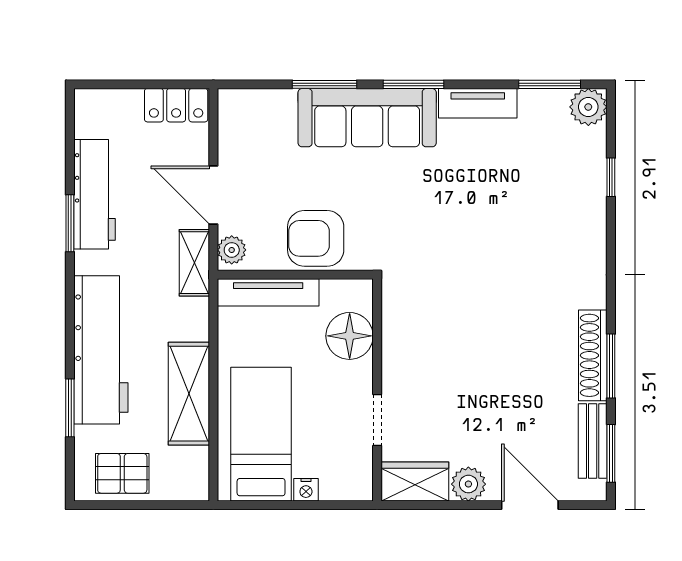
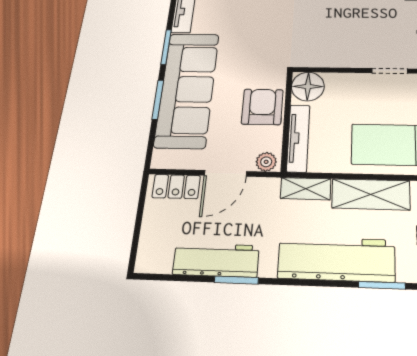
locker: (176, 105) -> (176, 187), moved, turned 90
sofa: (367, 118) -> (187, 89), width x1.36, depth x1.27
armchair: (316, 238) -> (262, 107), turned 180
shelving: (194, 263) -> (306, 189), moved
floor lamp: (350, 336) -> (308, 87), moved

